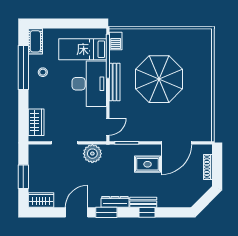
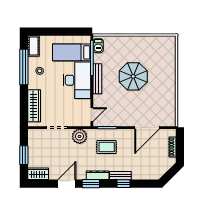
parasol: (159, 79) -> (133, 76), width x0.73, depth x0.73
wardrobe: (36, 122) -> (34, 106), width x1.50
rug: (148, 164) -> (107, 147), moved

